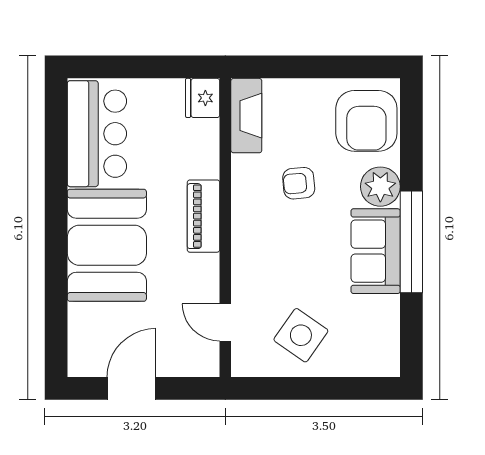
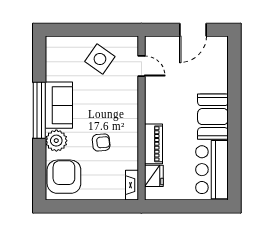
fridge: (203, 98) -> (154, 176), moved
fireplace: (246, 116) -> (132, 185), width x0.73, depth x0.76
piano: (203, 216) -> (153, 144), moved
booth: (107, 245) -> (213, 117), width x0.73, depth x0.70

